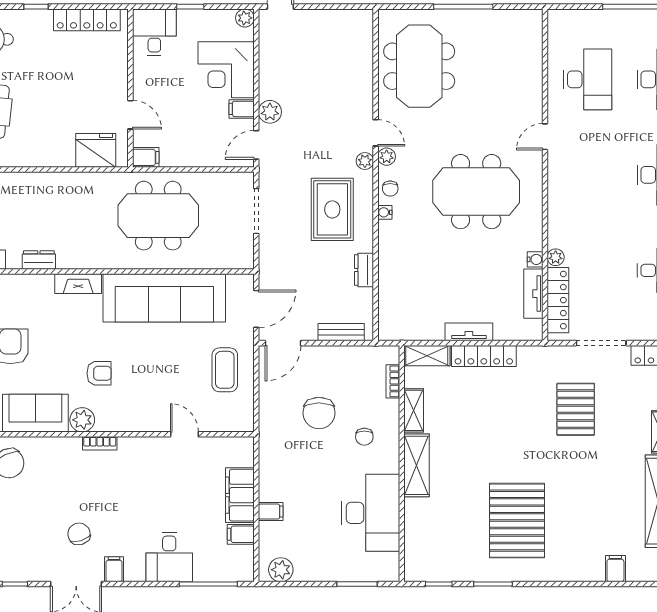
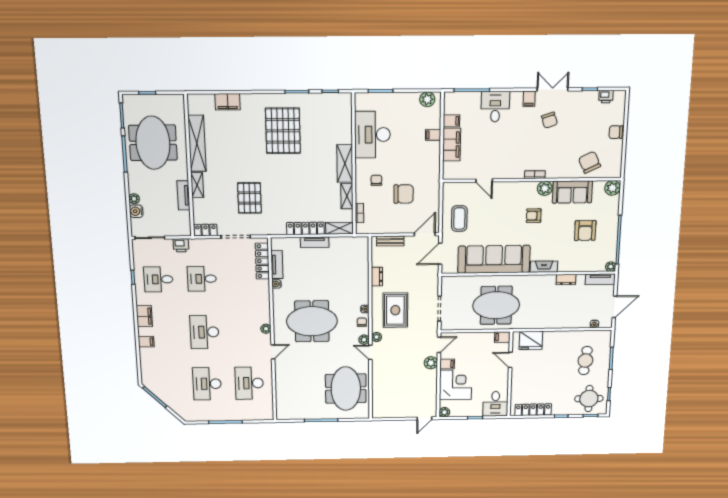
plant: (556, 257) -> (266, 329), moved
chair: (319, 413) -> (404, 194), turned 90
filing cabinet: (615, 569) -> (228, 102), width x2.00

